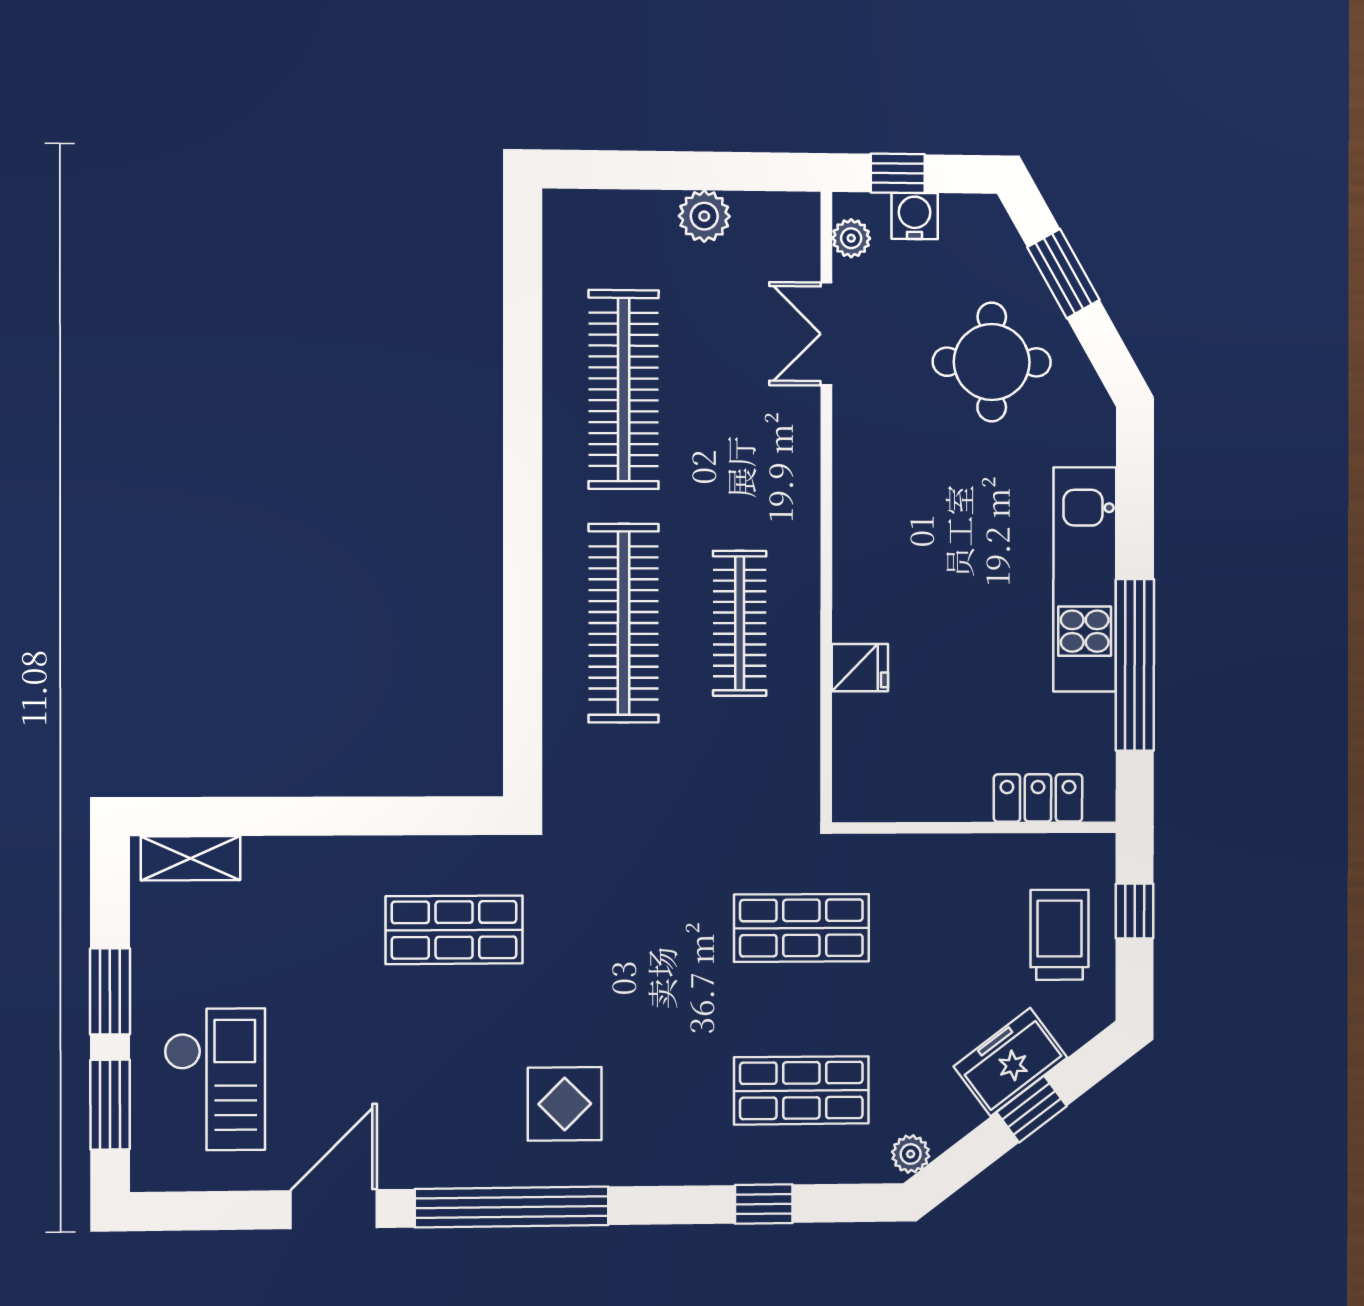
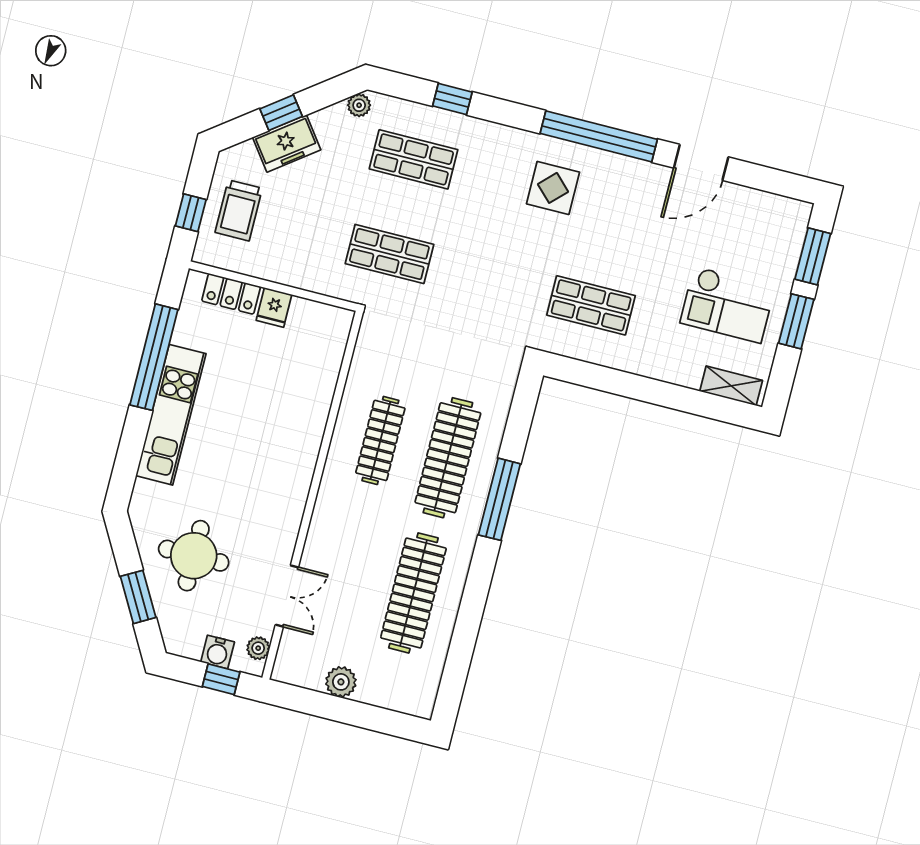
window: (523, 577) -> (499, 499), added
fridge: (860, 668) -> (274, 307), moved, turned -90
checkout: (215, 1079) -> (728, 305), moved, turned -90

